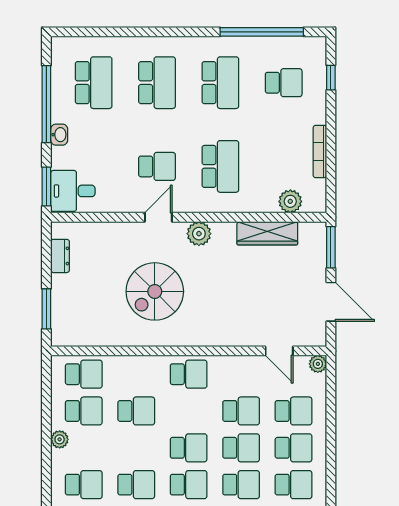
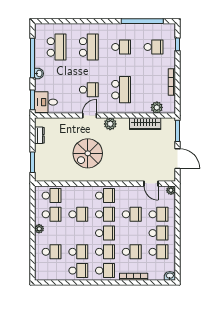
school desk: (220, 83) -> (121, 47), width x0.54
school desk: (241, 448) -> (105, 214), moved

